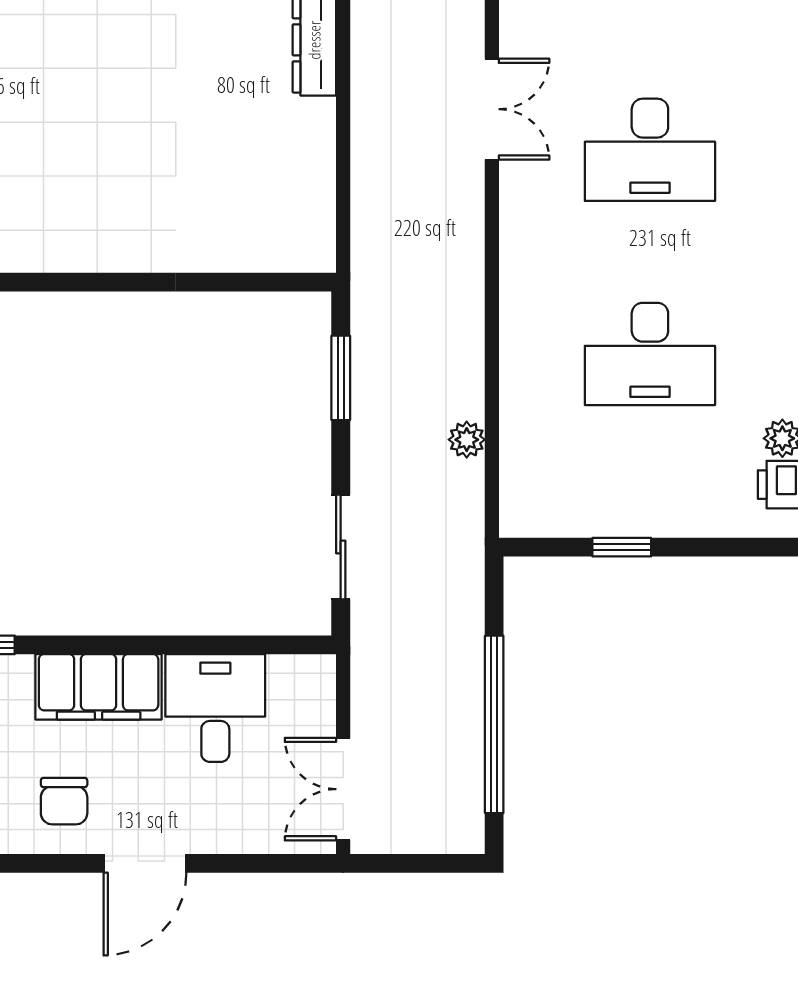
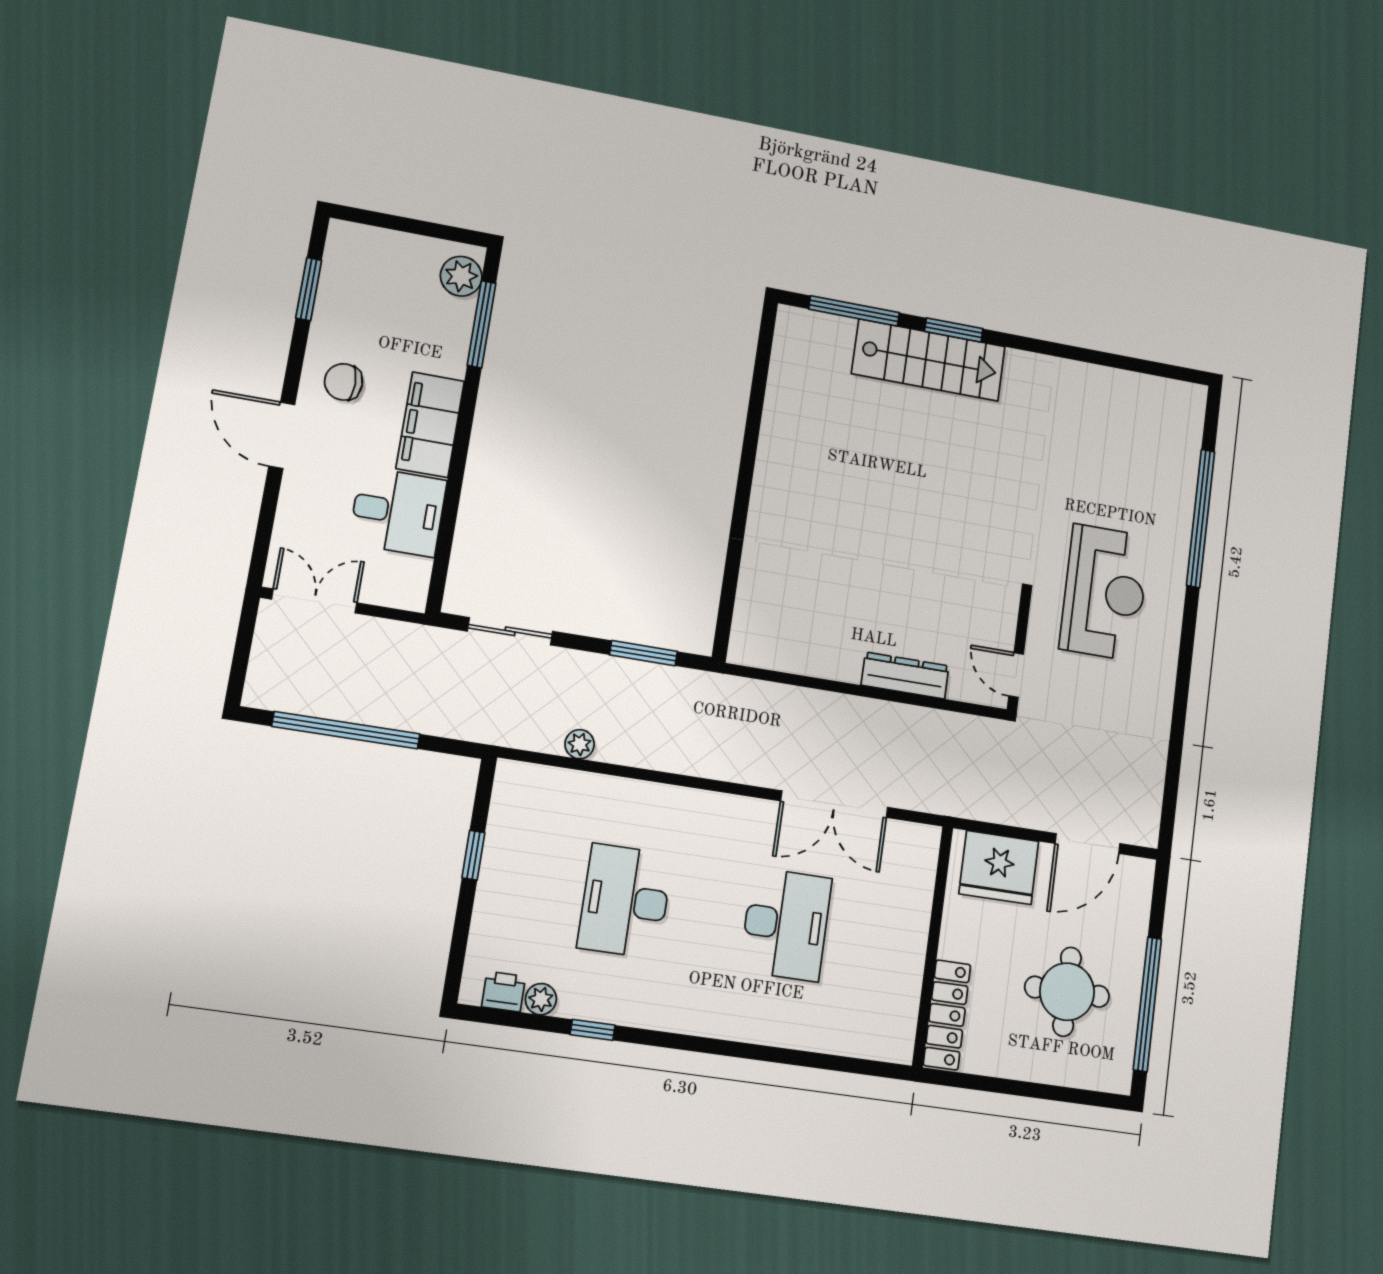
double door: (492, 109) -> (834, 804), width x1.37
desk: (650, 150) -> (786, 924), turned 180

